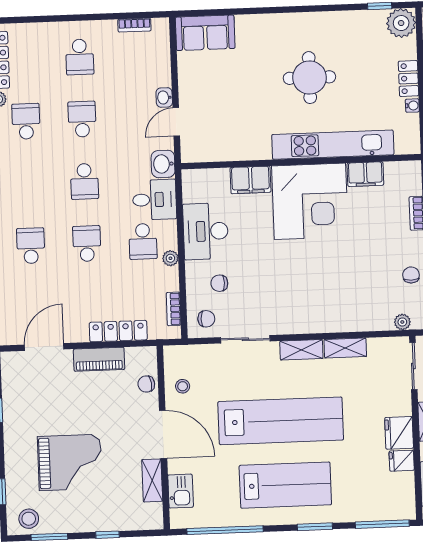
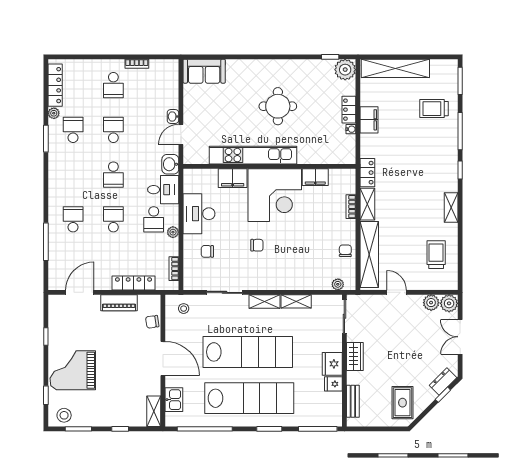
bookcase: (134, 25) -> (137, 64), moved
kitchen unit: (333, 145) -> (253, 155), moved
chair: (206, 319) -> (257, 245), moved
stool: (183, 386) -> (184, 309), moved
grand piano: (70, 462) -> (73, 370), moved, turned 180
shelving: (152, 480) -> (154, 411), moved
lab bench: (285, 485) -> (249, 398), width x1.36

